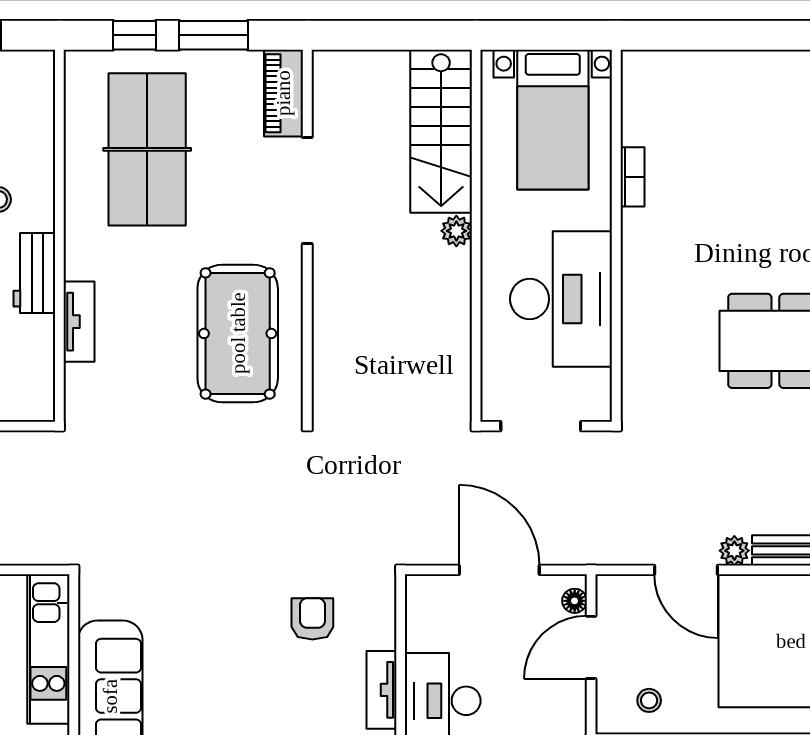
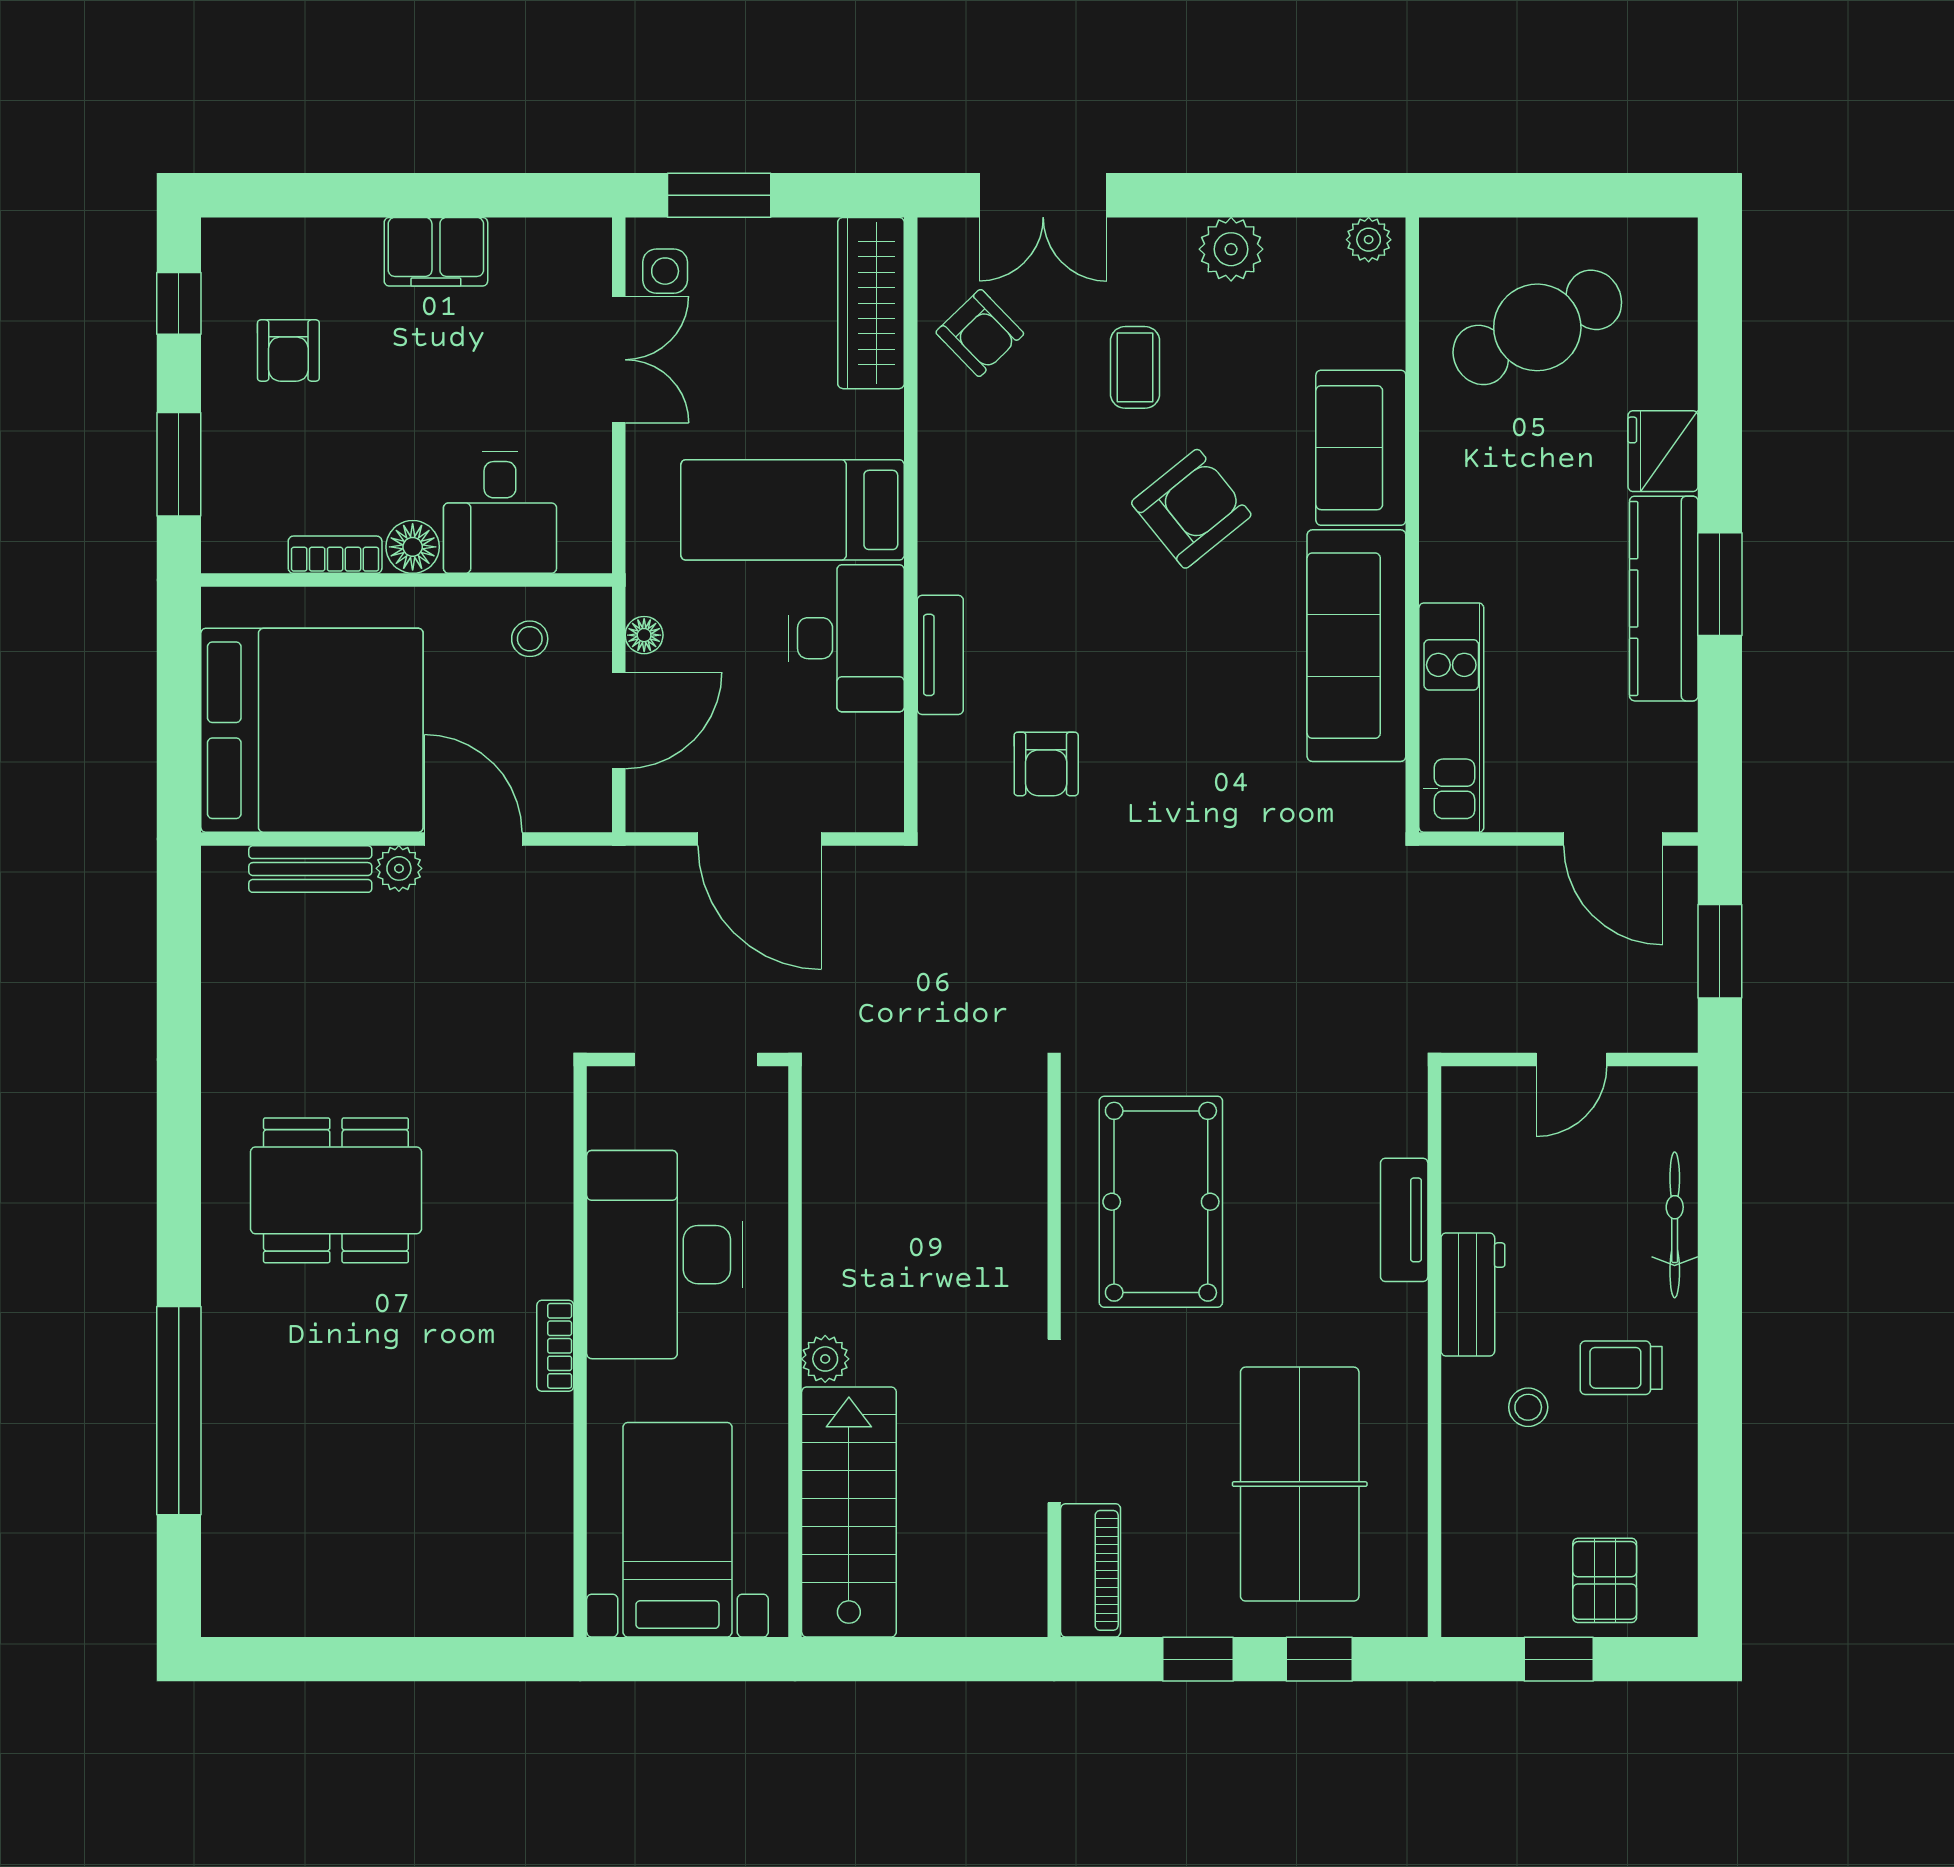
window: (213, 35) -> (1198, 1659), width x0.67
bookcase: (632, 177) -> (555, 1346), moved
floor lamp: (575, 601) -> (644, 635), moved

